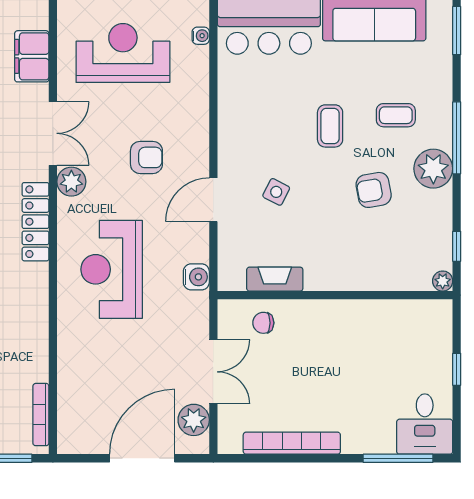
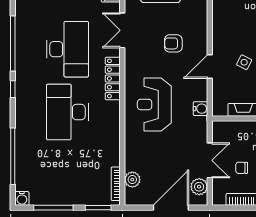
double door: (53, 133) -> (122, 30), swing flipped
armchair: (146, 157) -> (173, 43), turned 180
plant: (71, 182) -> (132, 180), moved
chair: (263, 323) -> (242, 168), moved

